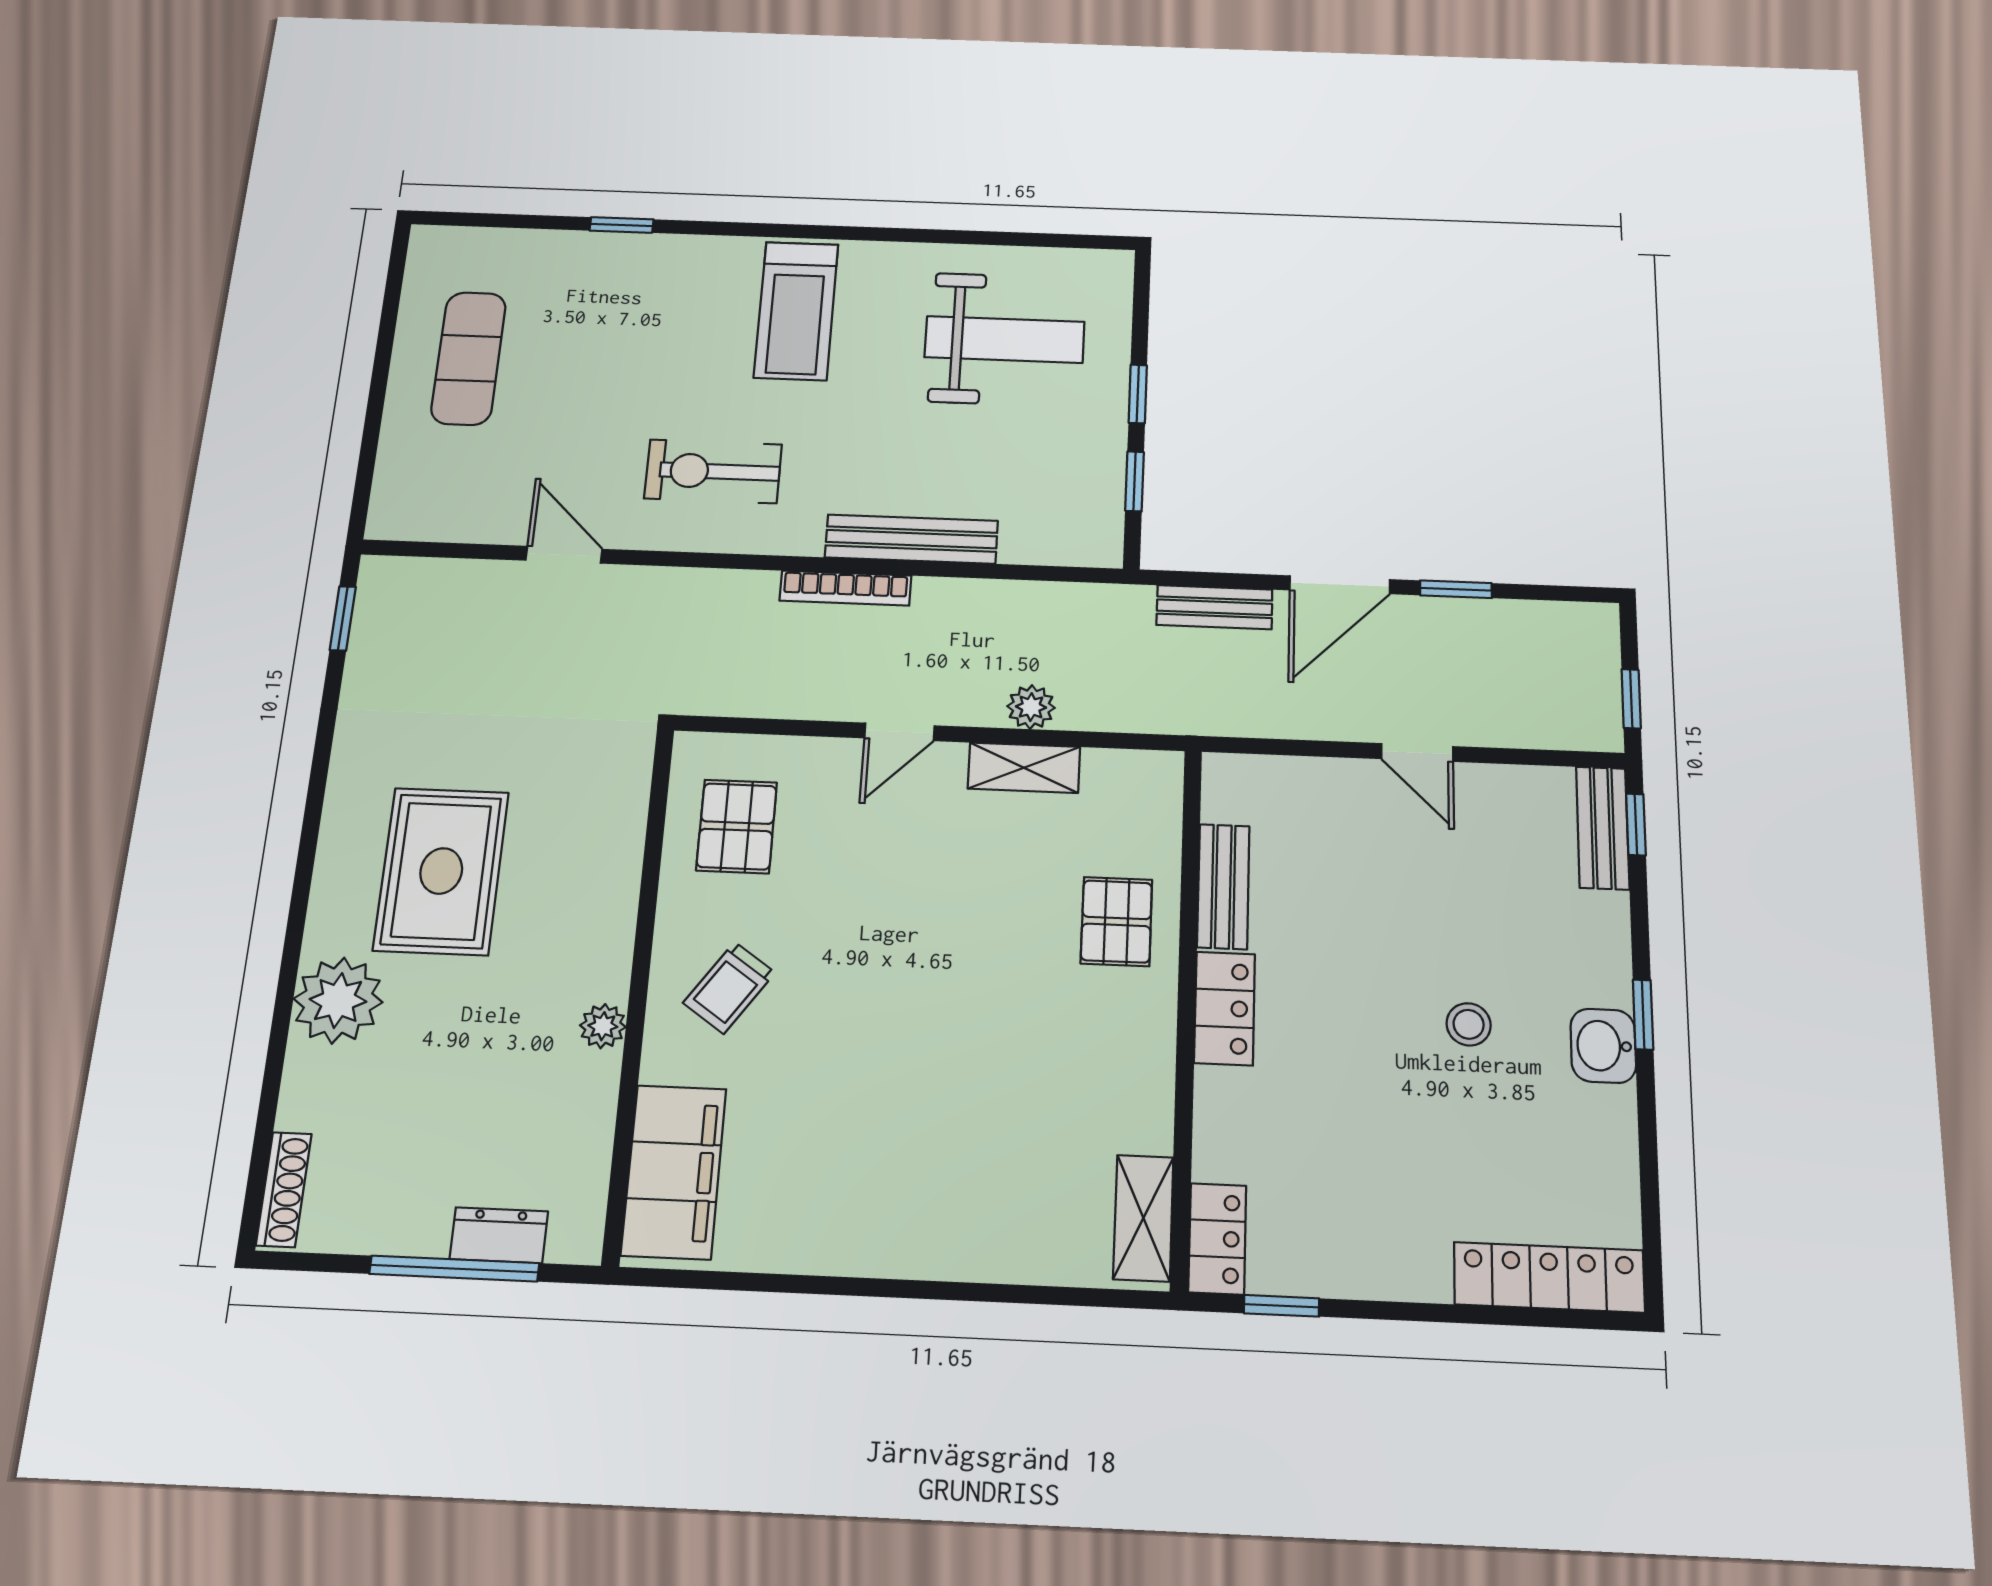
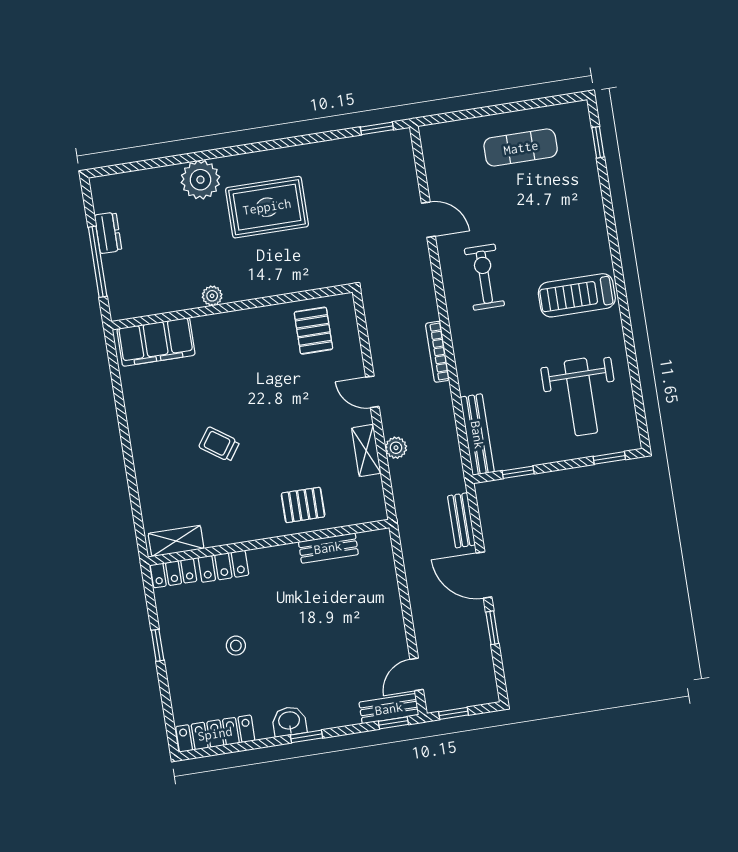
window: (622, 225) -> (598, 142), moved
window: (1138, 394) -> (609, 458), moved
bench: (911, 539) -> (477, 435), moved
door: (564, 555) -> (428, 220), hinge flipped
door: (1417, 753) -> (417, 674), moved
pallet: (737, 826) -> (313, 331), turned 90
trolley: (729, 988) -> (219, 444), moved
locker: (1225, 1008) -> (223, 566), moved
stool: (1469, 1024) -> (236, 646), moved
shoe rack: (284, 1189) -> (116, 182), removed
dresser: (499, 1235) -> (108, 233), moved
locker: (1549, 1277) -> (215, 734), moved, turned -90
window: (1282, 1306) -> (158, 645), moved

